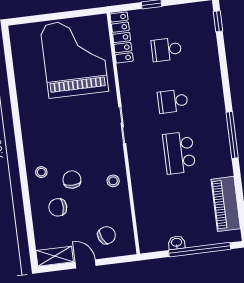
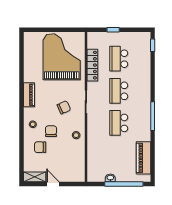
locker: (122, 37) -> (92, 65), moved
school desk: (166, 50) -> (119, 59), width x1.85
school desk: (173, 101) -> (119, 91), width x1.85
piano: (29, 125) -> (29, 95), added
chair: (107, 235) -> (64, 107), moved

